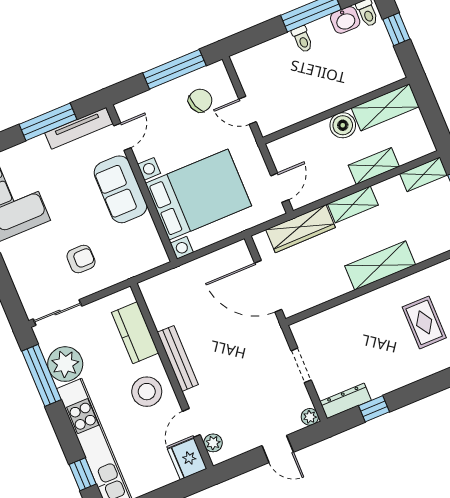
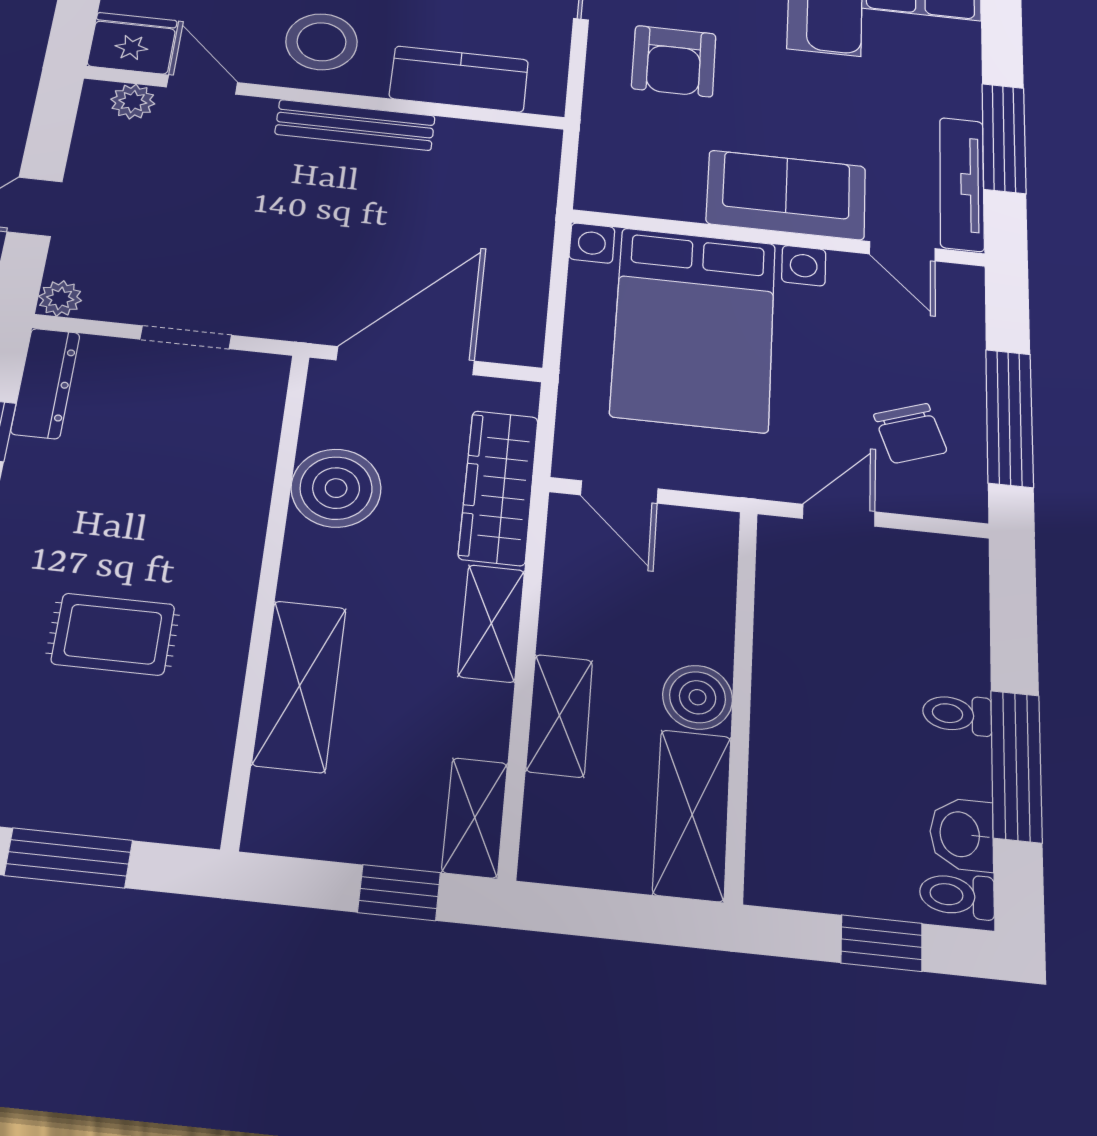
armchair: (81, 259) -> (674, 61), width x1.38, depth x1.38
shelving: (380, 265) -> (299, 686), moved
boiler: (331, 282) -> (336, 488), added

